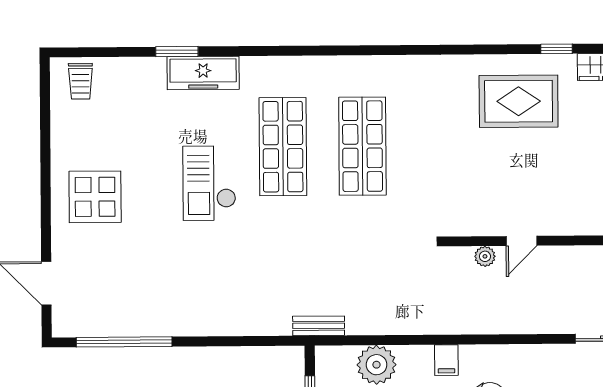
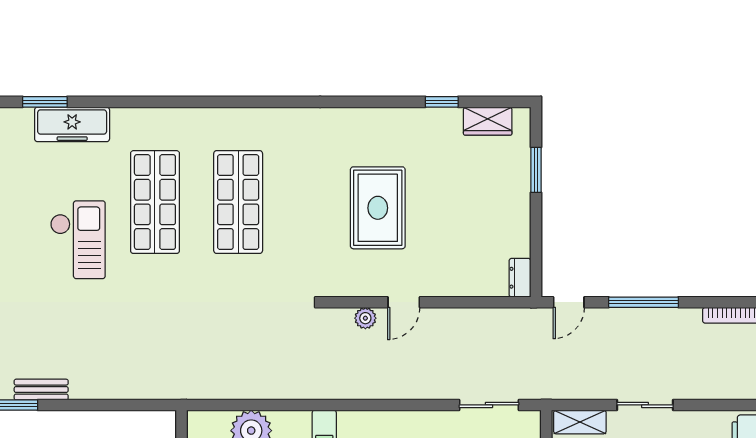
rug: (519, 101) -> (378, 208), moved, turned 90
checkout: (209, 183) -> (78, 240), turned 180
bench: (319, 326) -> (41, 390), moved

